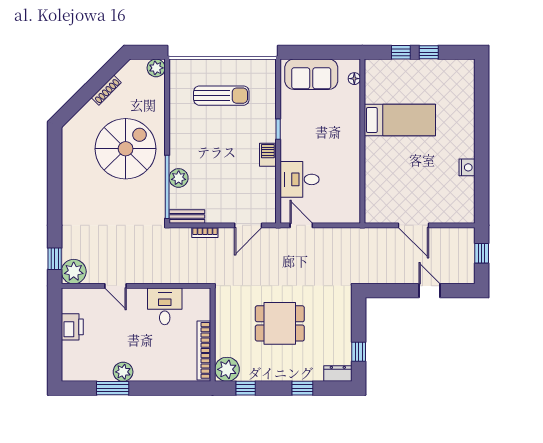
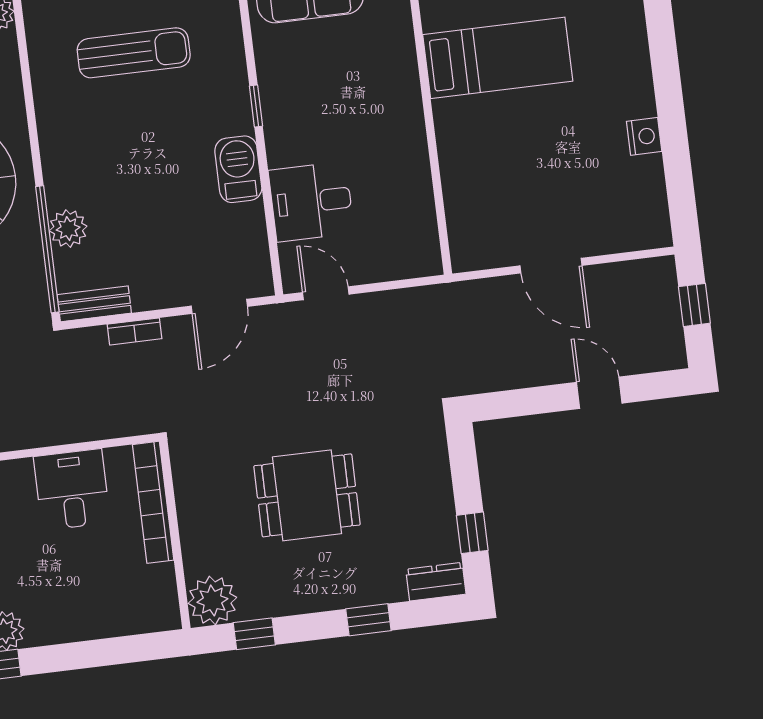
barbecue: (268, 155) -> (238, 169), width x1.38, depth x1.27
bookcase: (204, 350) -> (153, 502), moved

